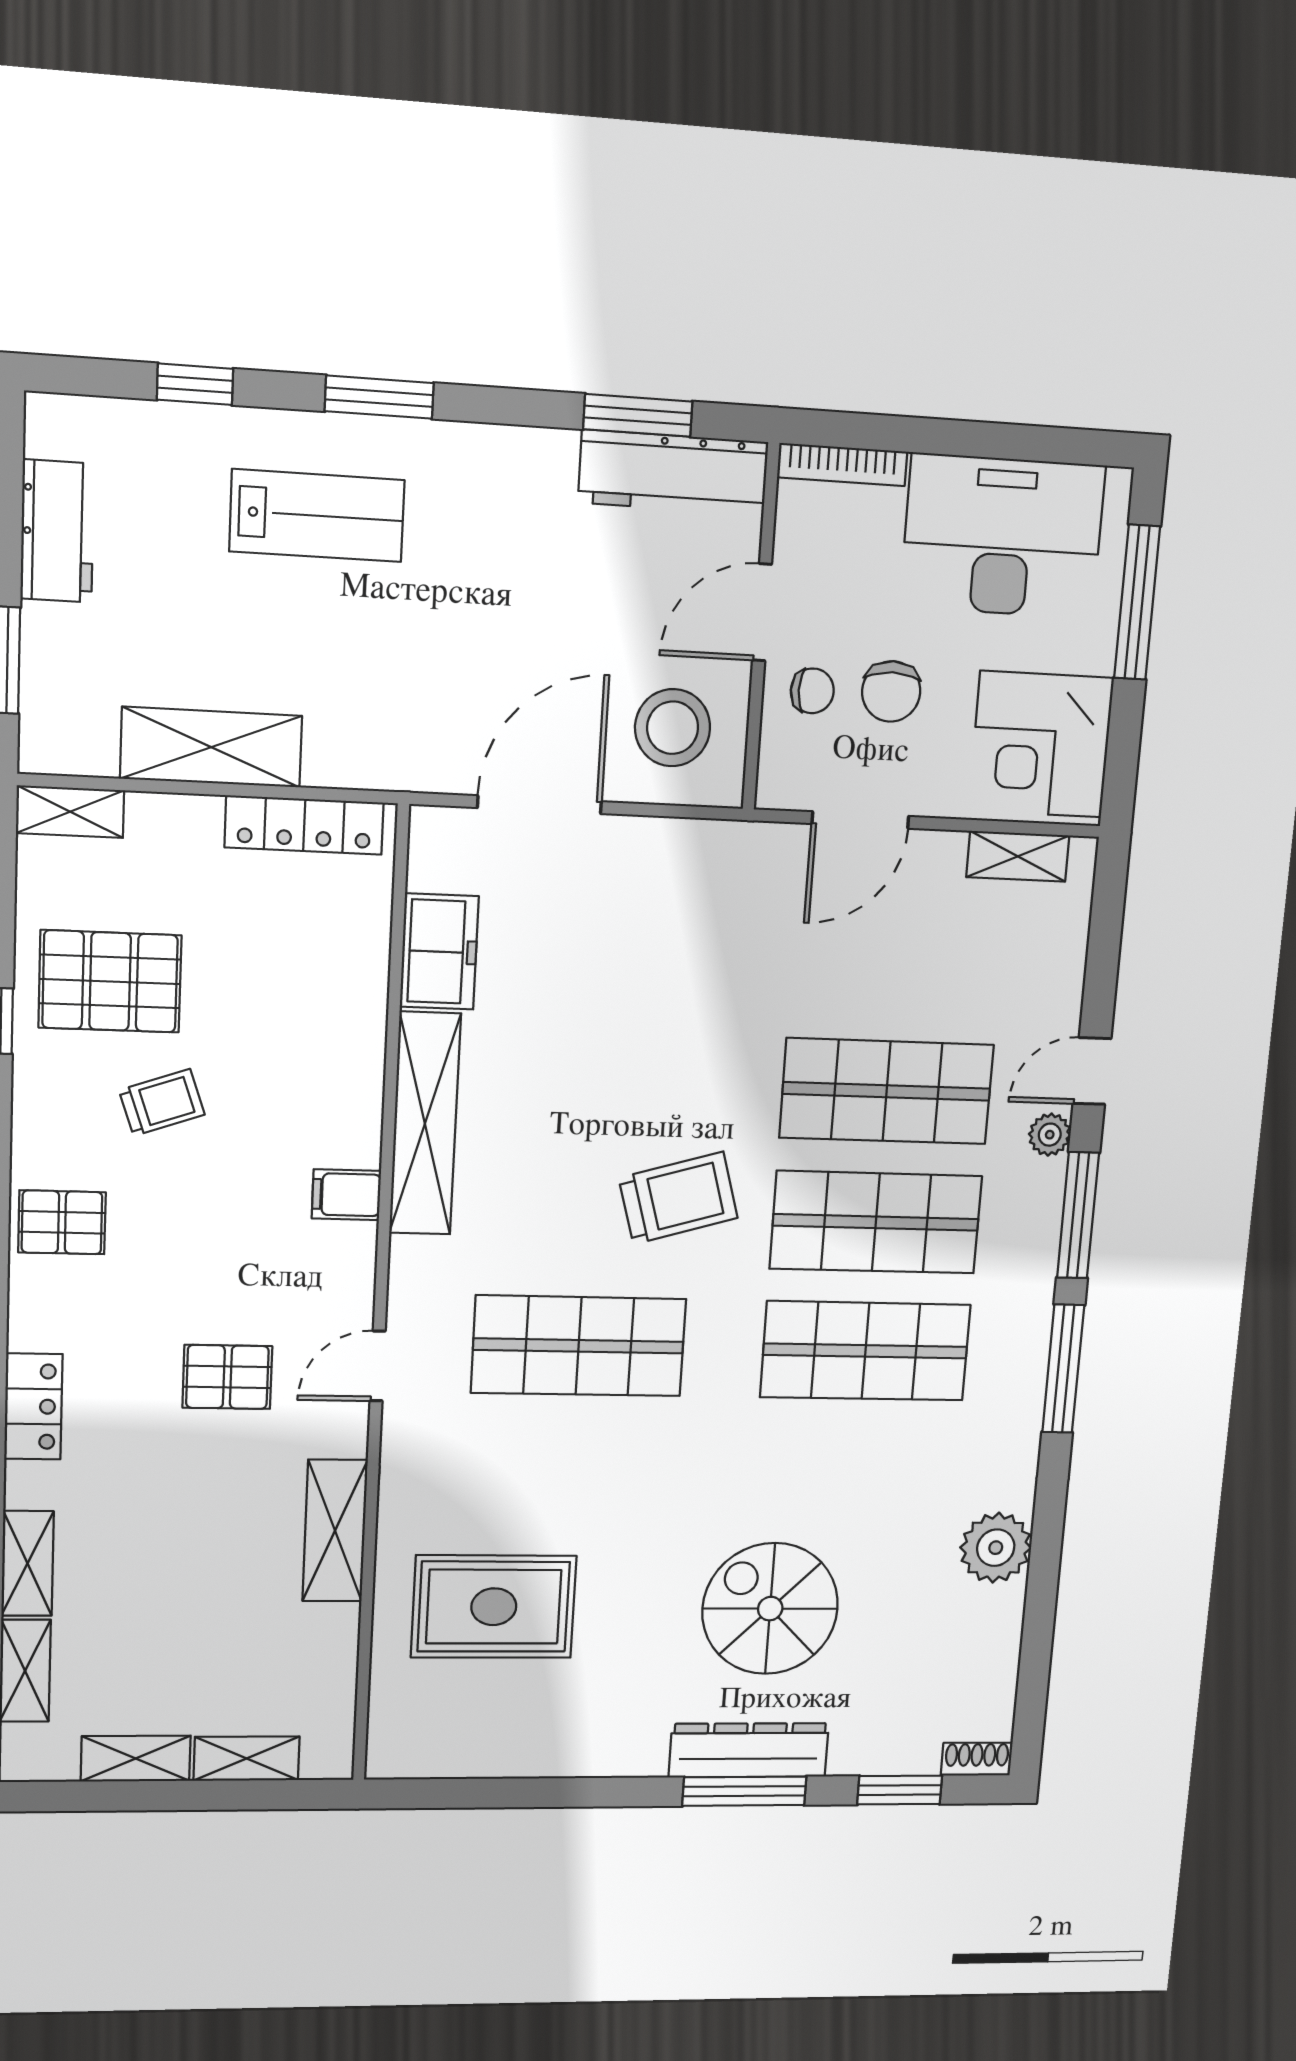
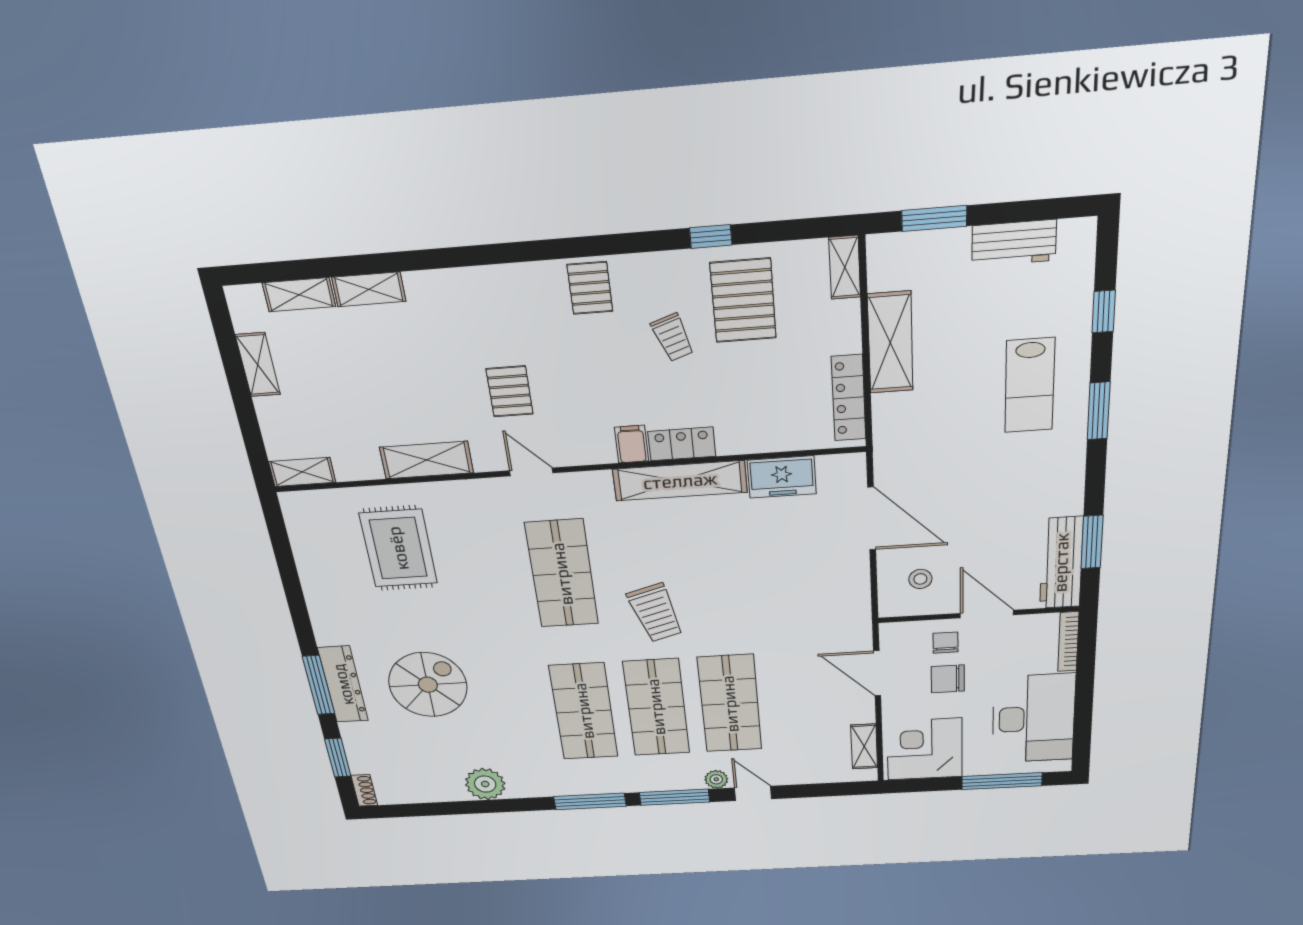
chair: (812, 691) -> (946, 643), turned 180
stool: (673, 728) -> (920, 579), width x0.53, depth x0.53
locker: (33, 1407) -> (682, 444), moved, turned 180
shelving: (247, 1758) -> (302, 472), moved, turned 90

